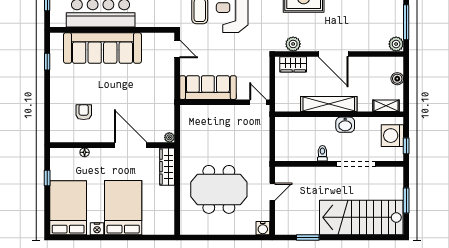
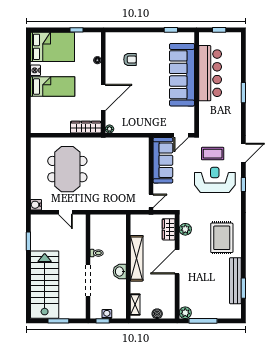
sofa: (208, 88) -> (163, 160), moved
wall: (225, 102) -> (151, 174), moved
door: (258, 102) -> (151, 201), moved
washing machine: (392, 136) -> (107, 314), width x0.53, depth x0.53
bed: (123, 208) -> (53, 87), width x0.67

